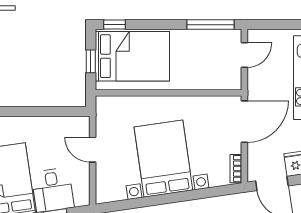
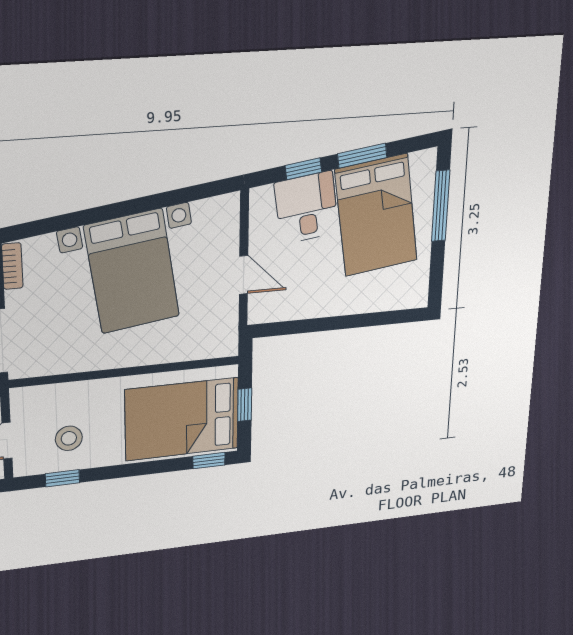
window: (210, 25) -> (62, 478), width x0.46
stool: (206, 52) -> (69, 438), added

